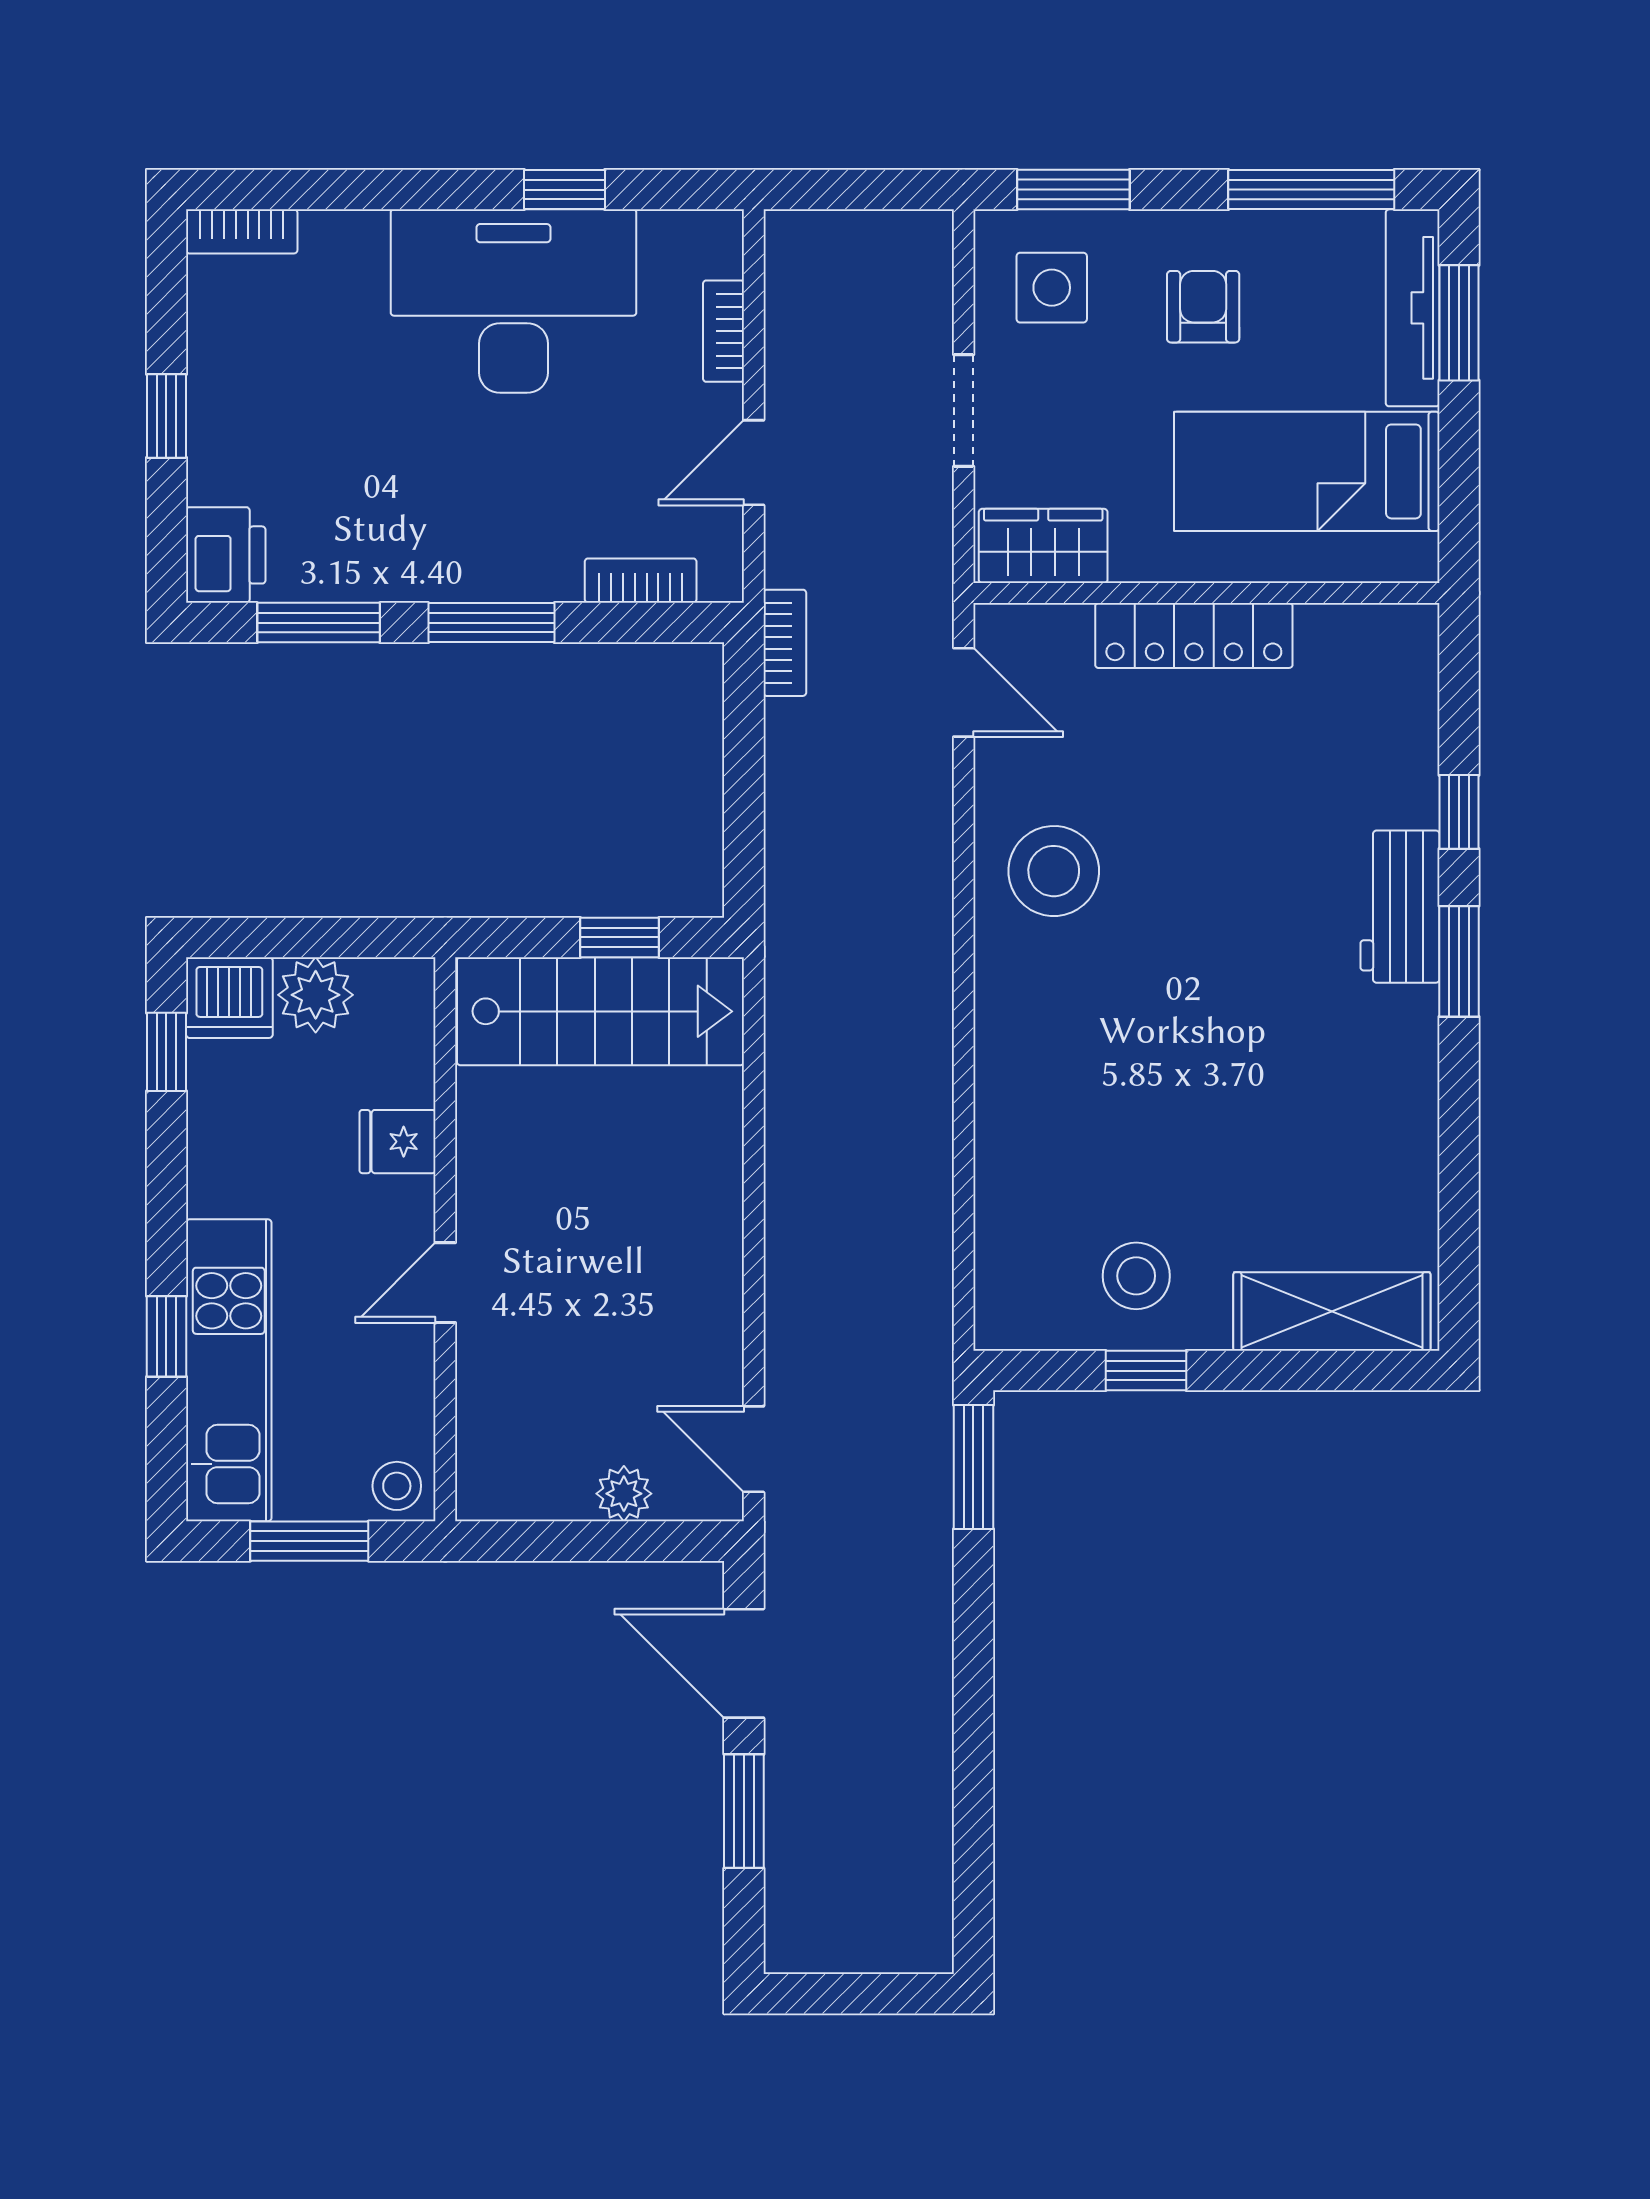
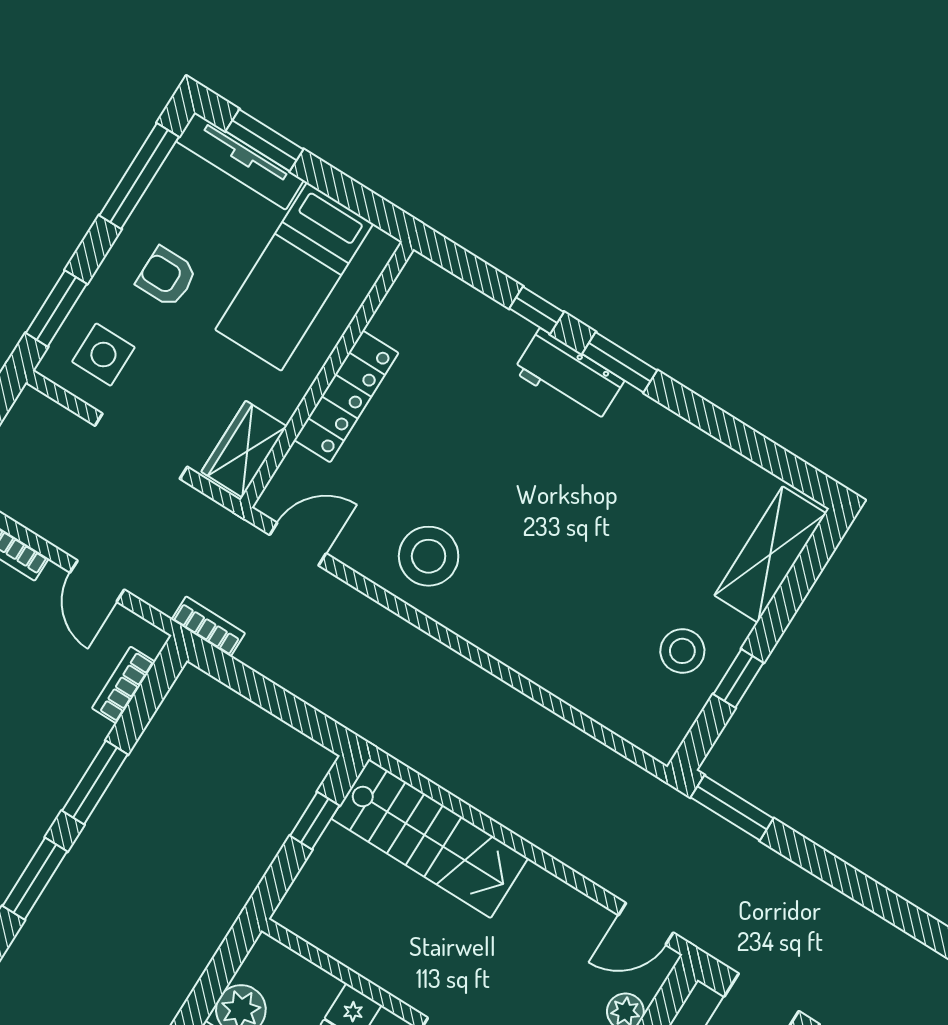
doorway: (964, 411) -> (141, 446), width x1.38
stairs: (600, 1011) -> (430, 838), moved, turned 90

